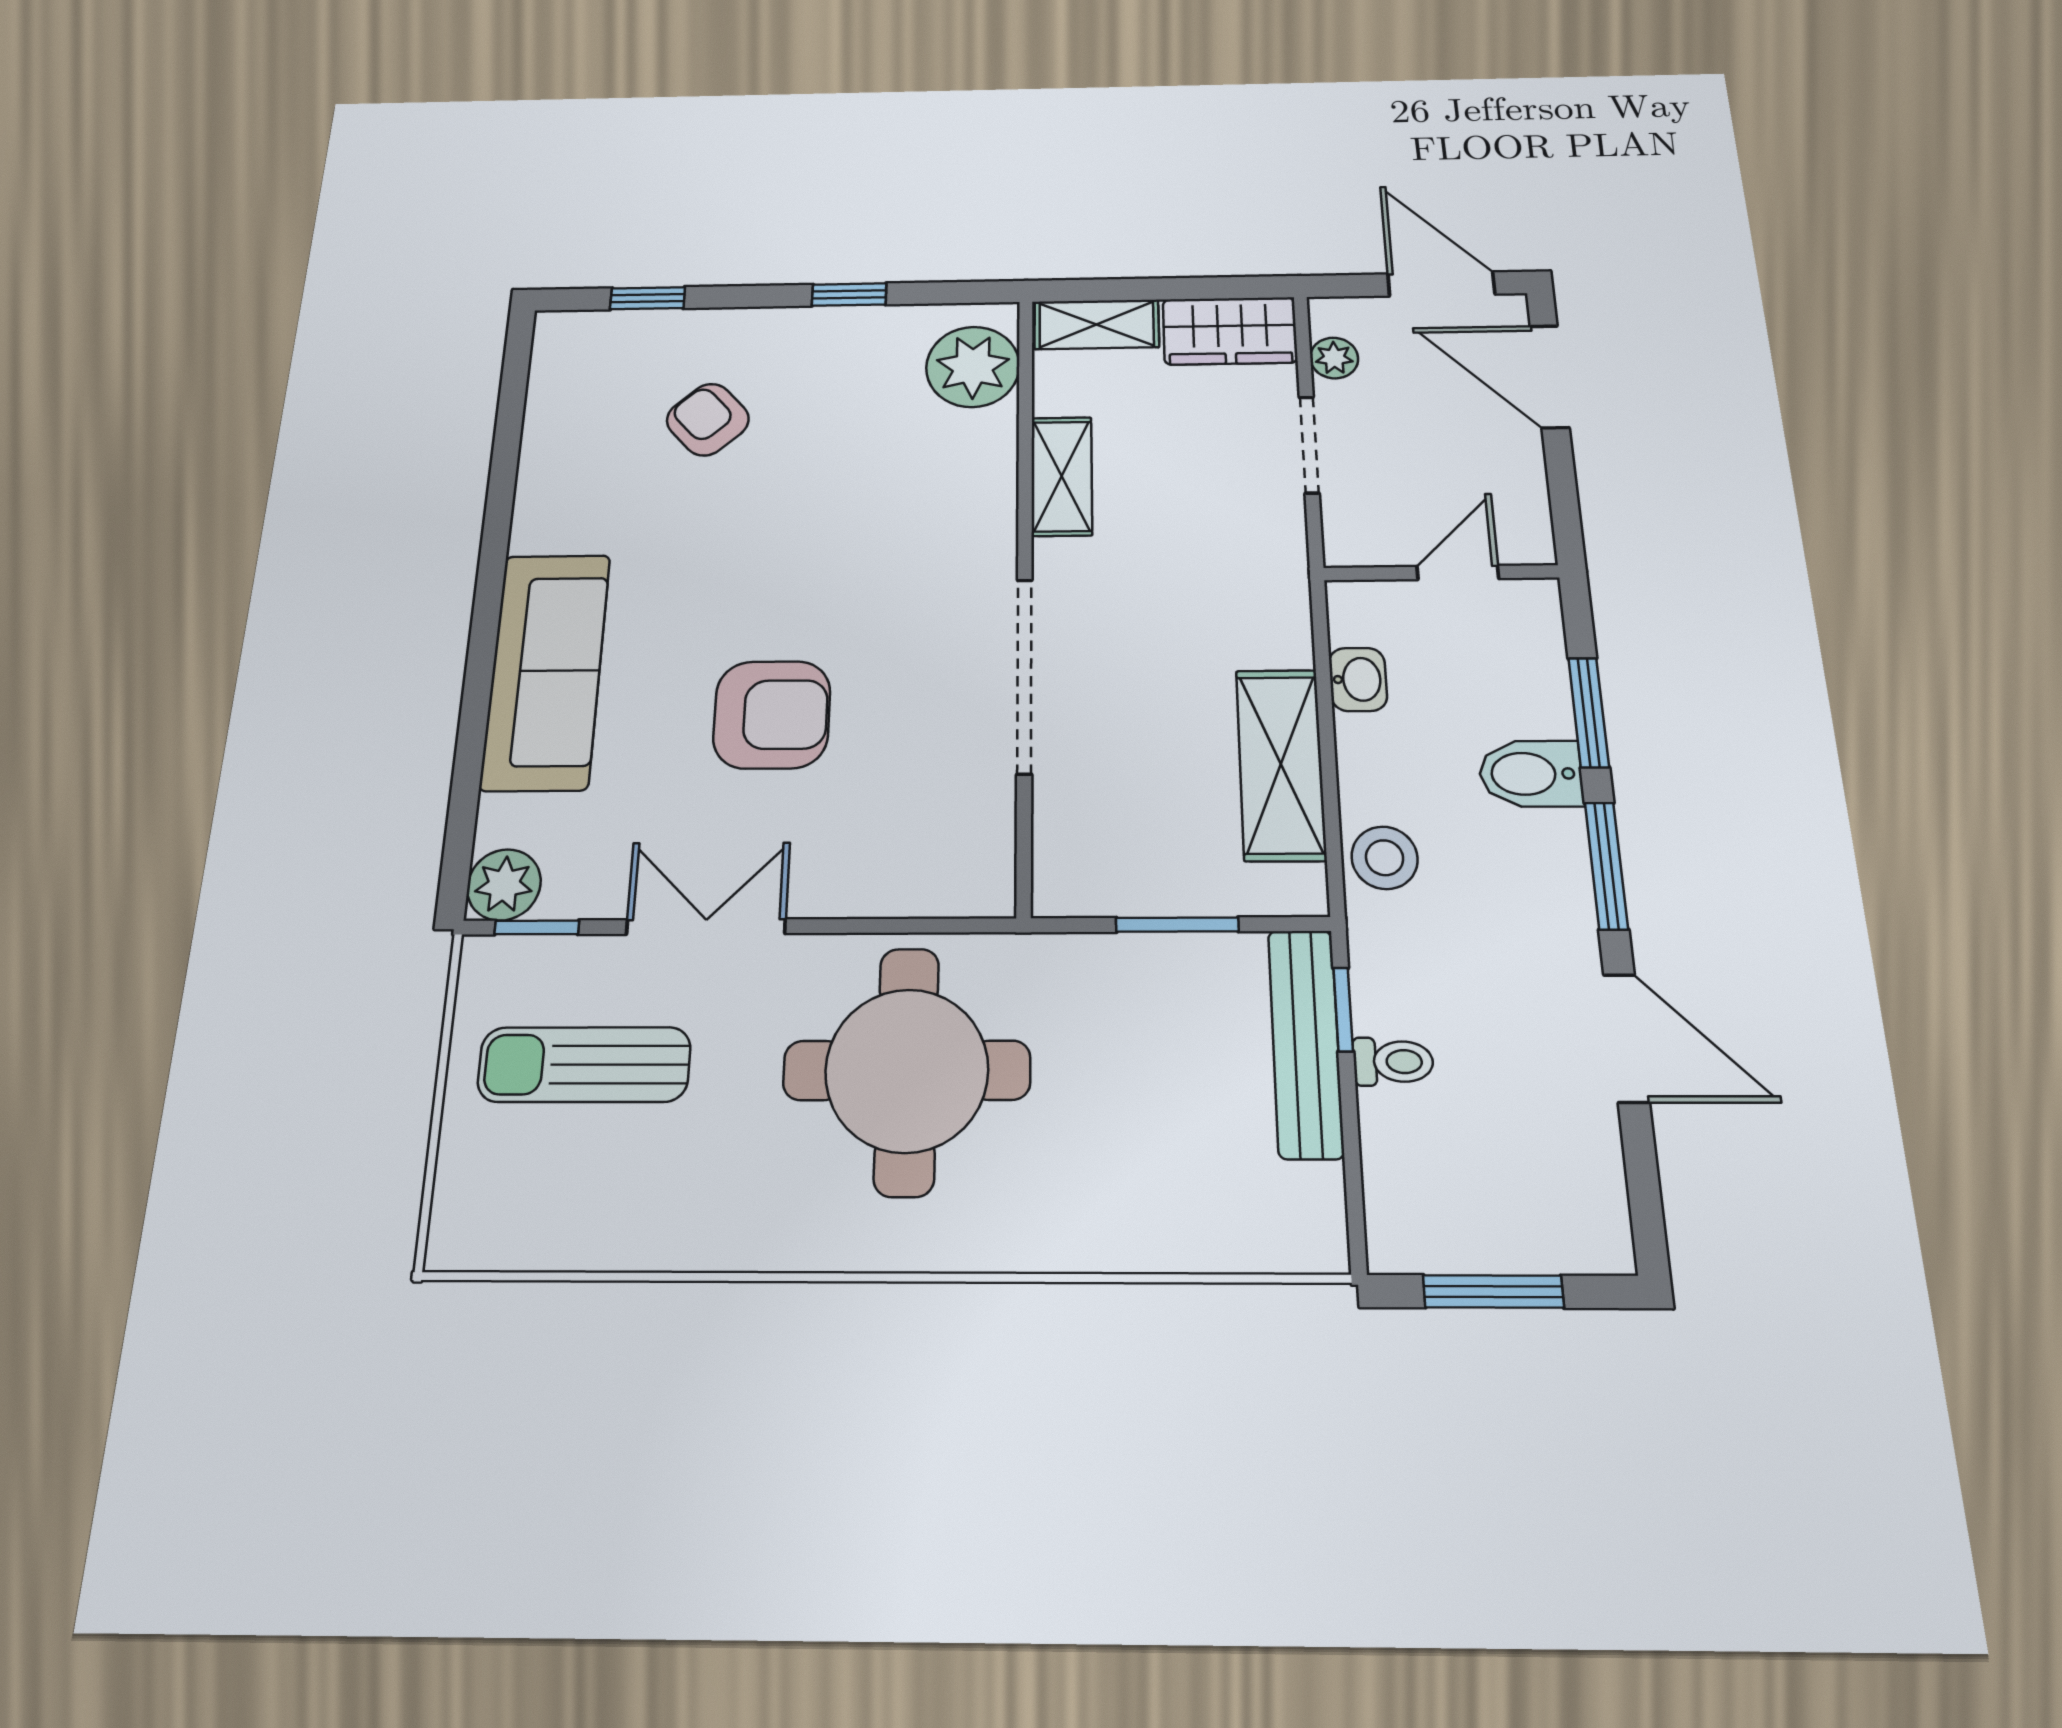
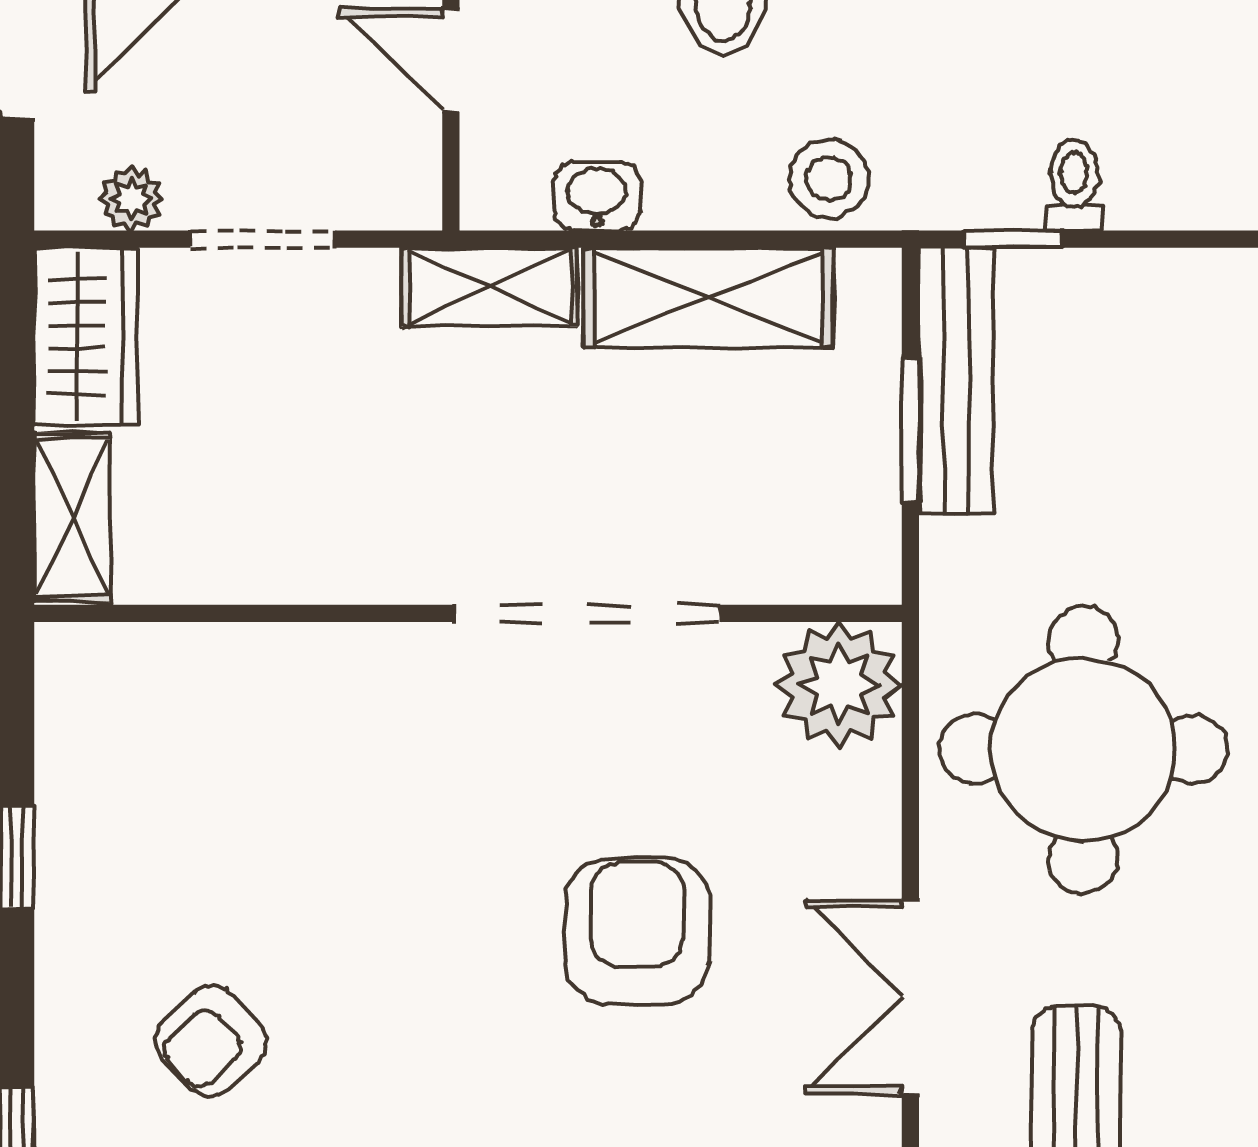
plant: (973, 367) -> (839, 685), moved
shelving: (1062, 476) -> (490, 287), moved
bench: (1306, 1043) -> (956, 381), moved, turned 90

